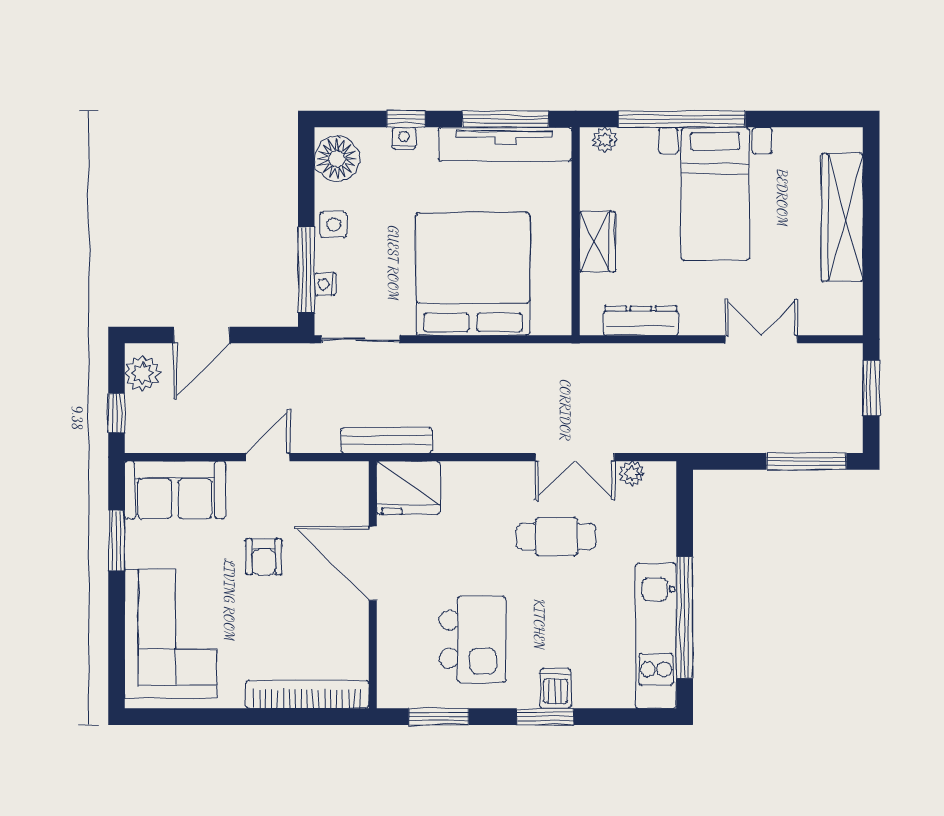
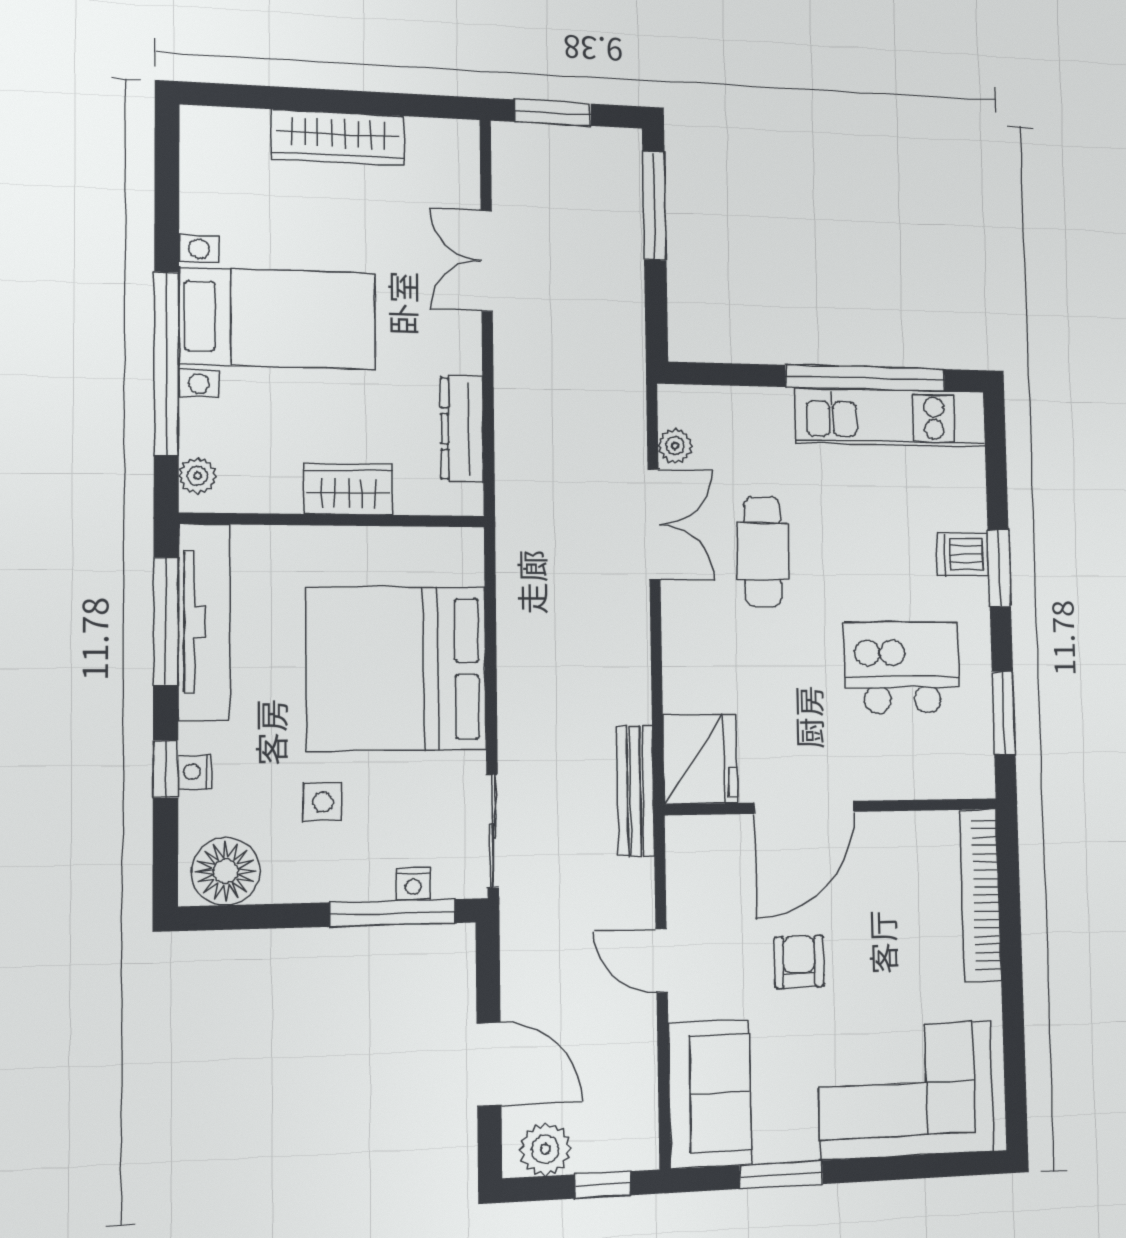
wardrobe: (842, 217) -> (338, 137), width x0.71, depth x0.85
side table: (333, 225) -> (323, 802), moved
armchair: (264, 557) -> (799, 962), turned -90

